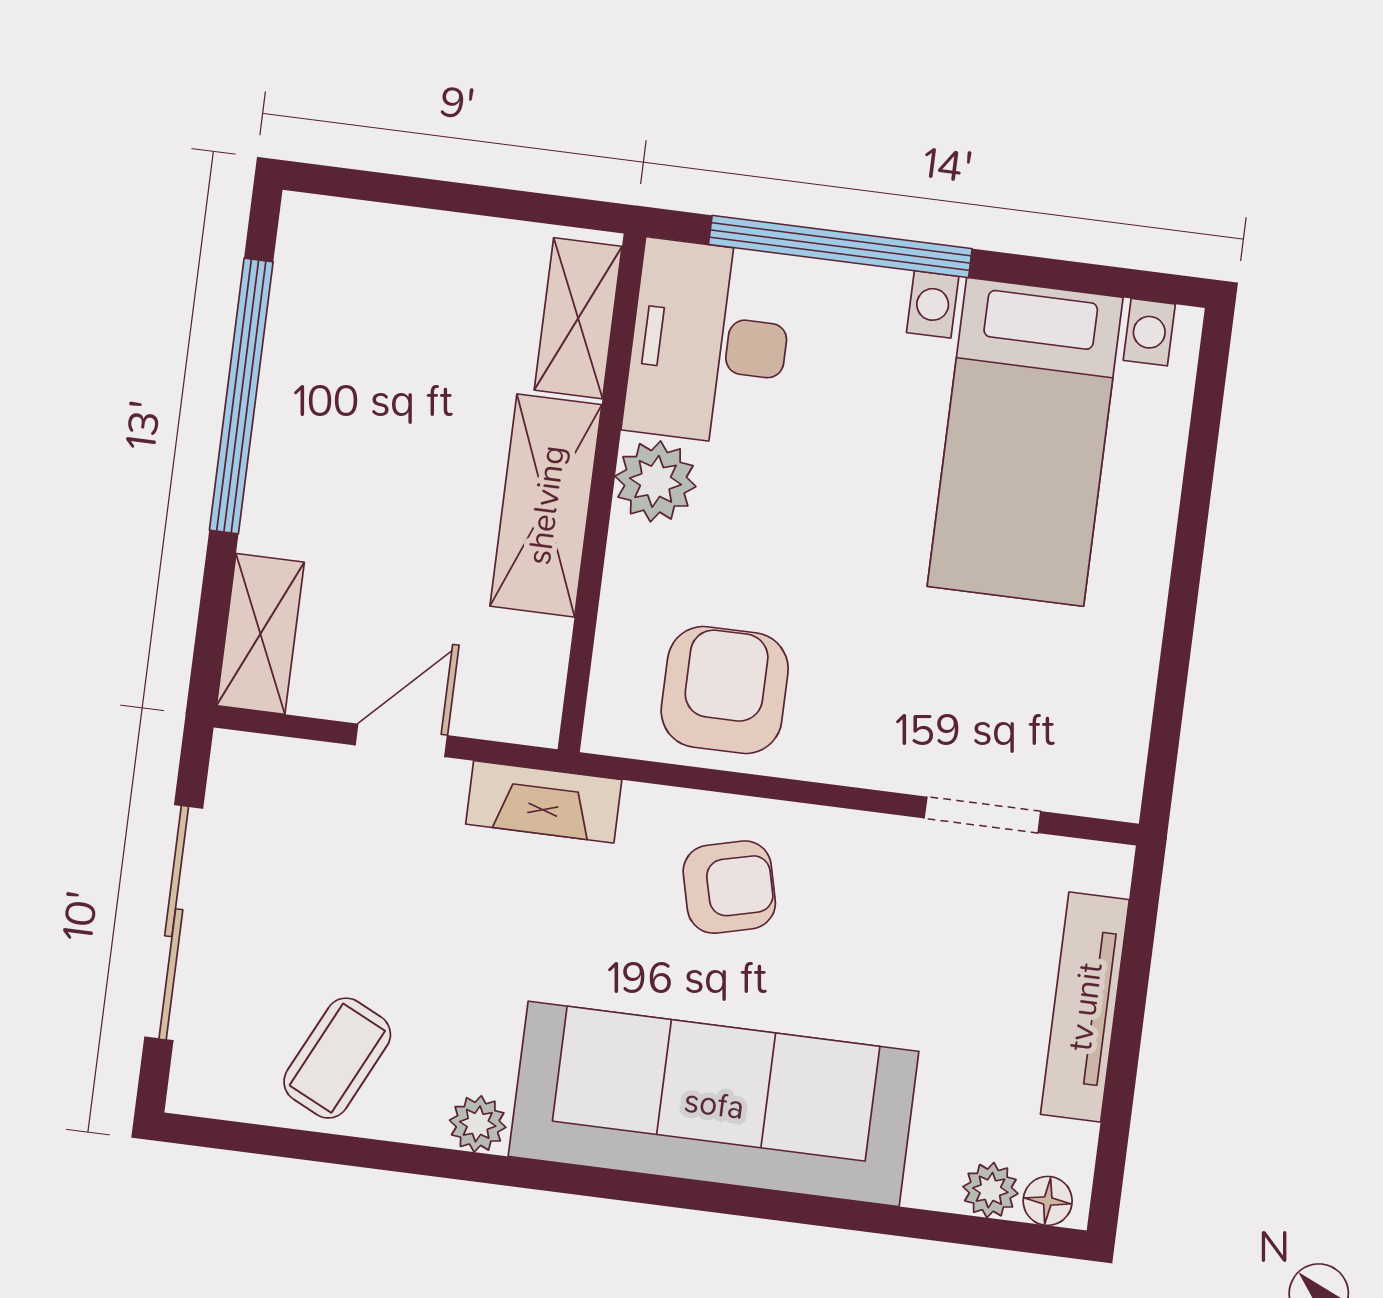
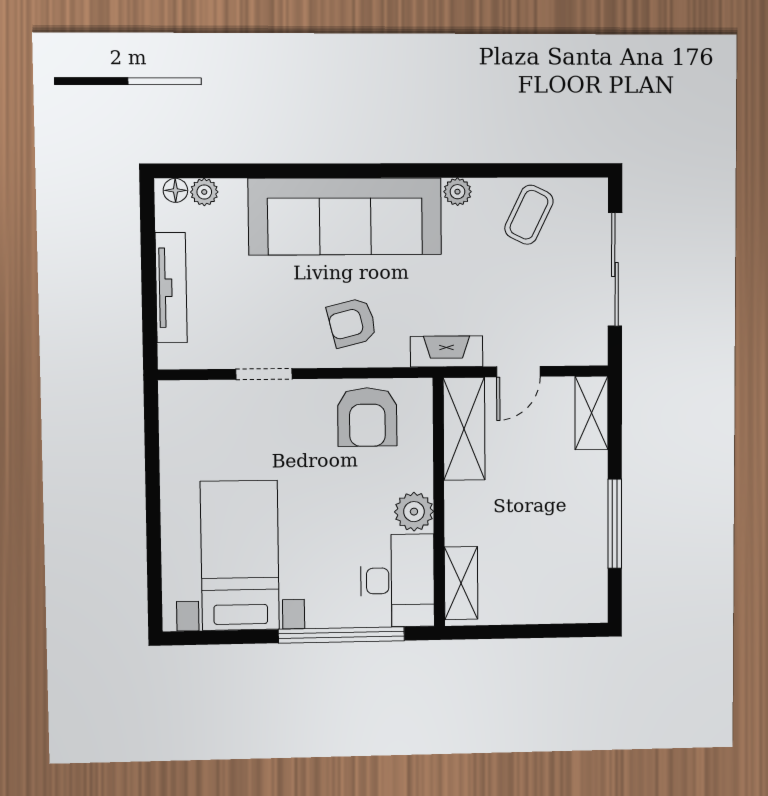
window: (241, 396) -> (615, 524), width x0.68
shelving: (546, 505) -> (464, 429), moved
doorway: (982, 815) -> (264, 374), moved

